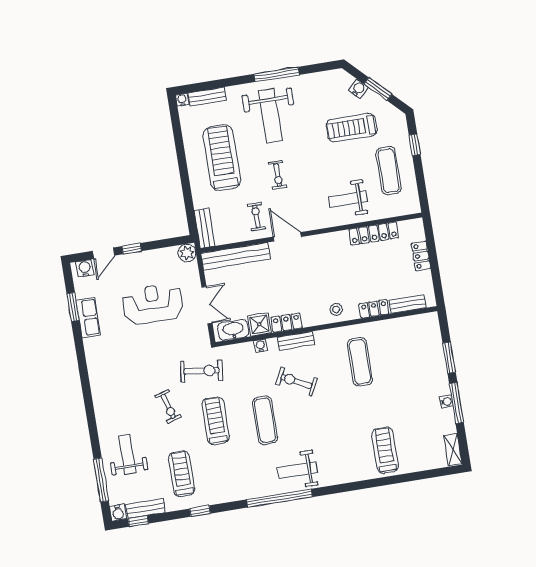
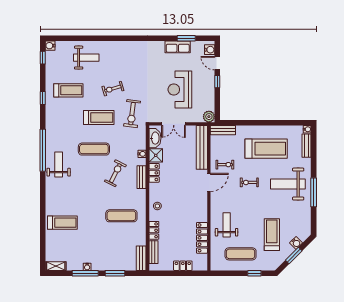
reception desk: (153, 304) -> (180, 90), turned 180
window: (101, 480) -> (73, 38), removed
bench: (146, 508) -> (141, 258), moved

